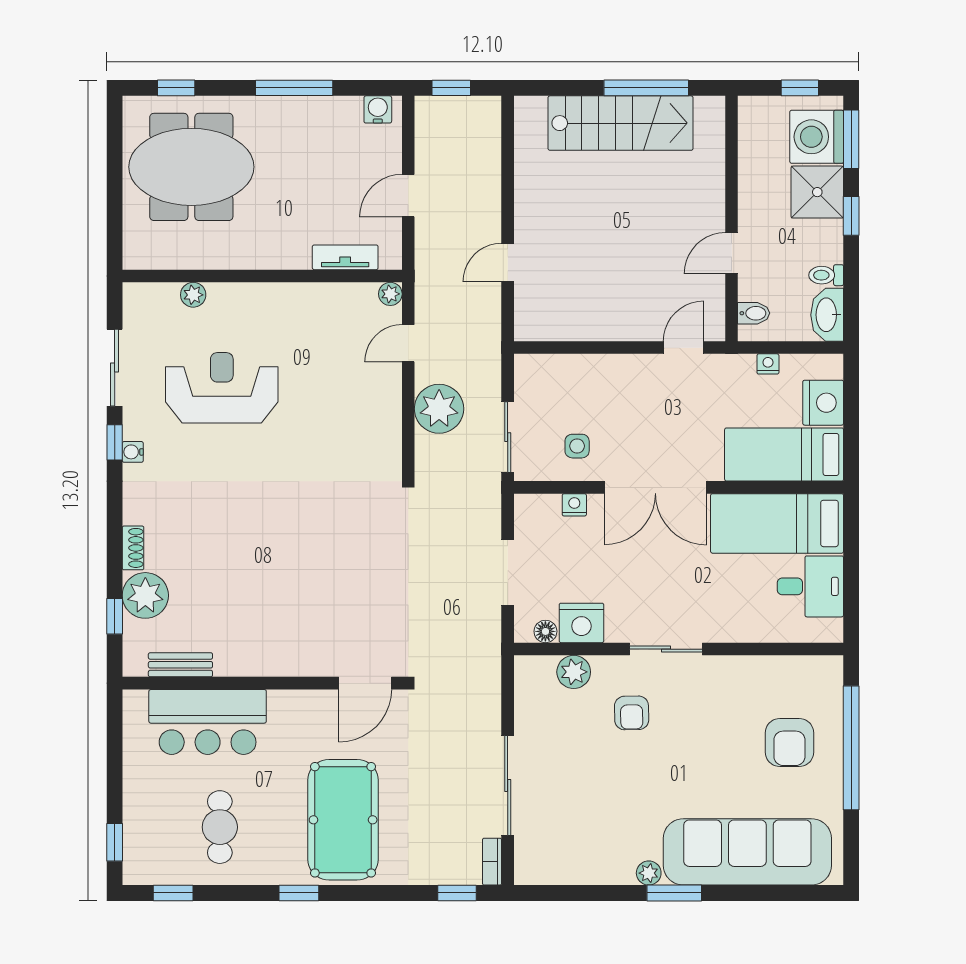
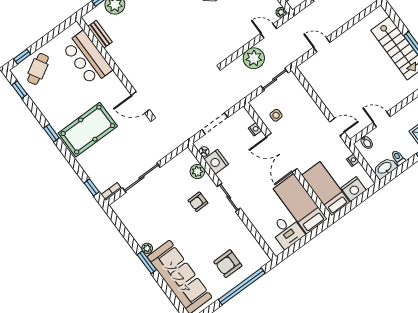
sliding door: (508, 437) -> (275, 79), moved
cafe table: (220, 827) -> (38, 69), moved, turned -30

